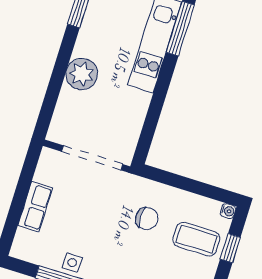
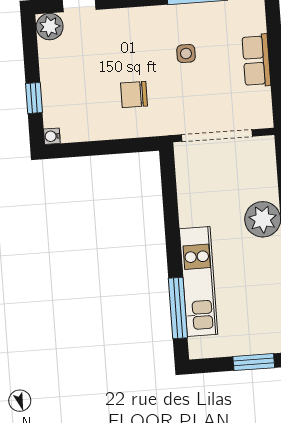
coffee table: (196, 239) -> (73, 93), removed
side table: (72, 263) -> (186, 53), moved

